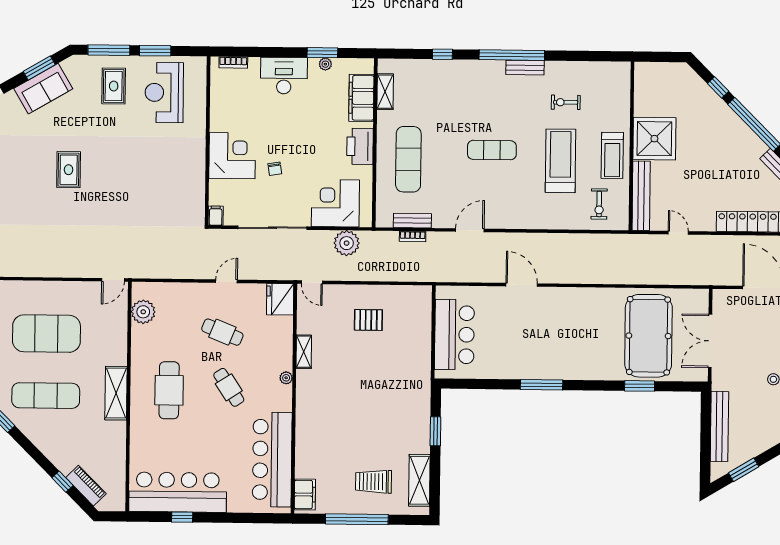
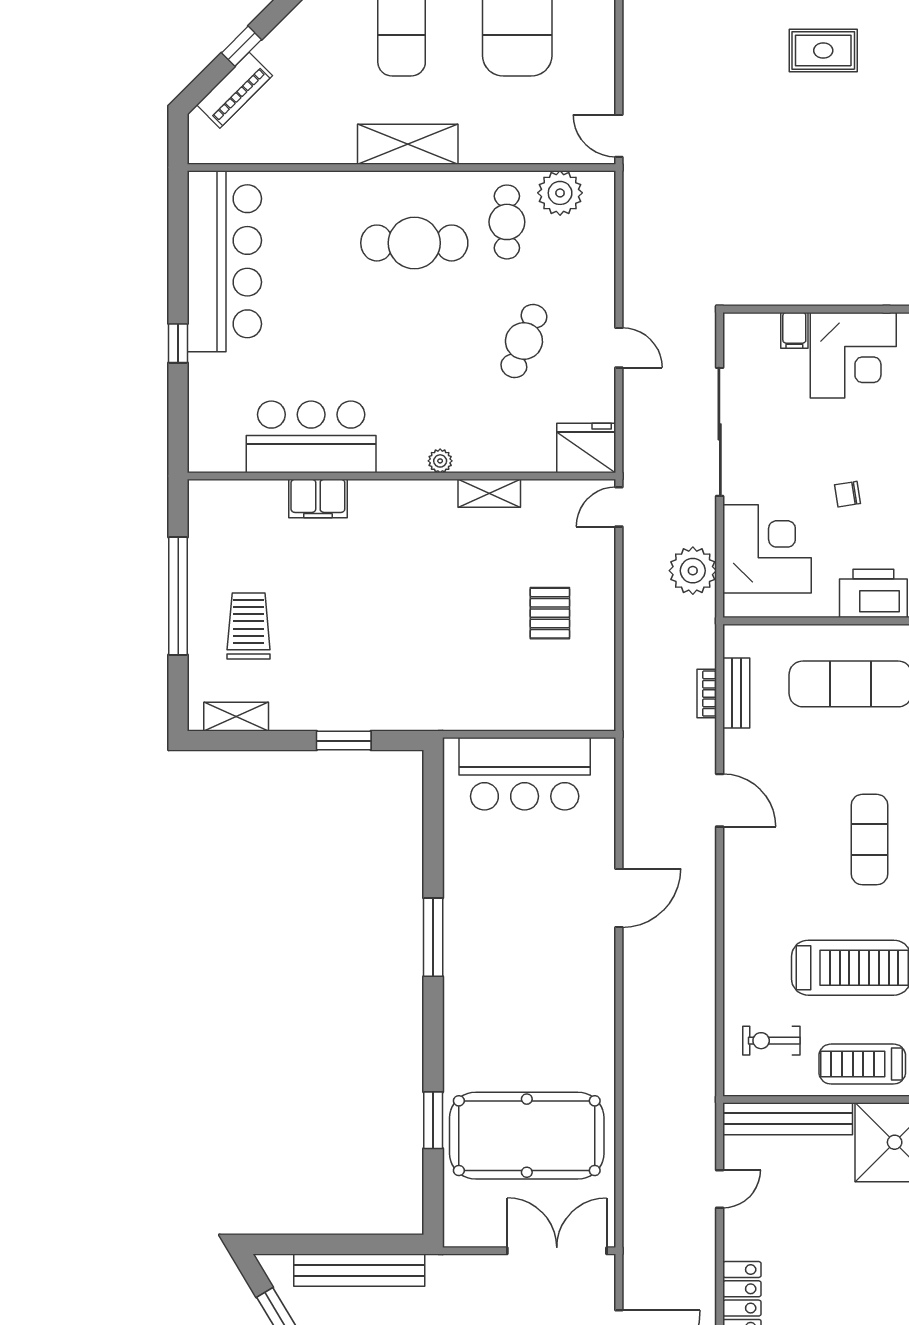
chair: (275, 169) -> (847, 494), moved
filing cabinet: (216, 216) -> (794, 330), moved, turned 90
double door: (710, 341) -> (557, 1251), moved
cafe table: (229, 387) -> (507, 222), moved, turned -57
bar counter: (272, 459) -> (311, 437), width x0.73
shelving: (419, 480) -> (236, 717), width x0.67, depth x0.75
filing cabinet: (305, 495) -> (318, 499), moved
window: (182, 517) -> (178, 343), moved

